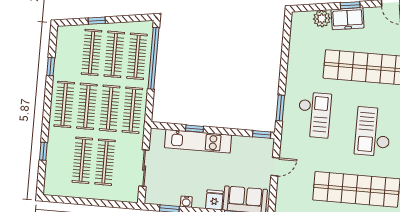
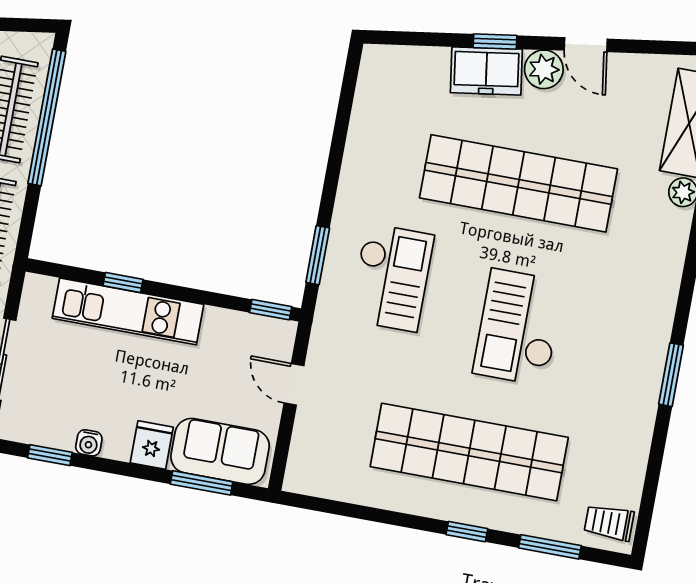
plant: (322, 19) -> (544, 69), moved
door: (275, 167) -> (294, 384), swing flipped

